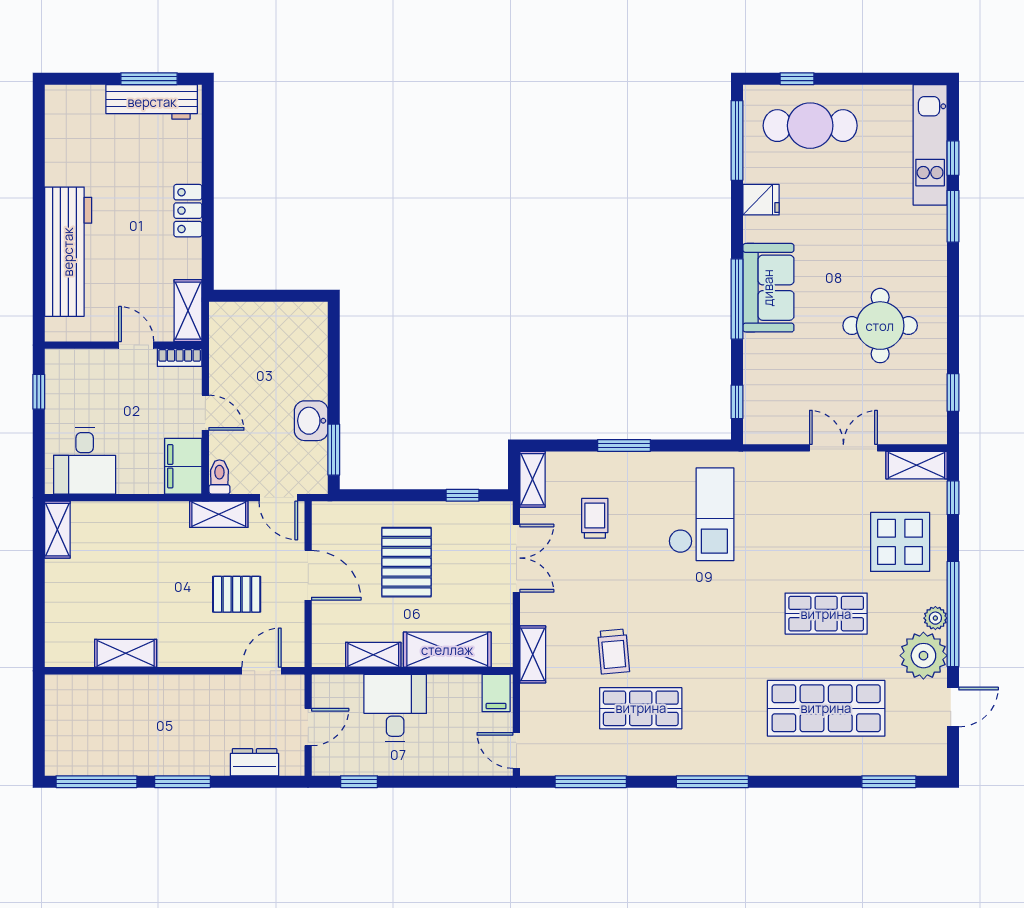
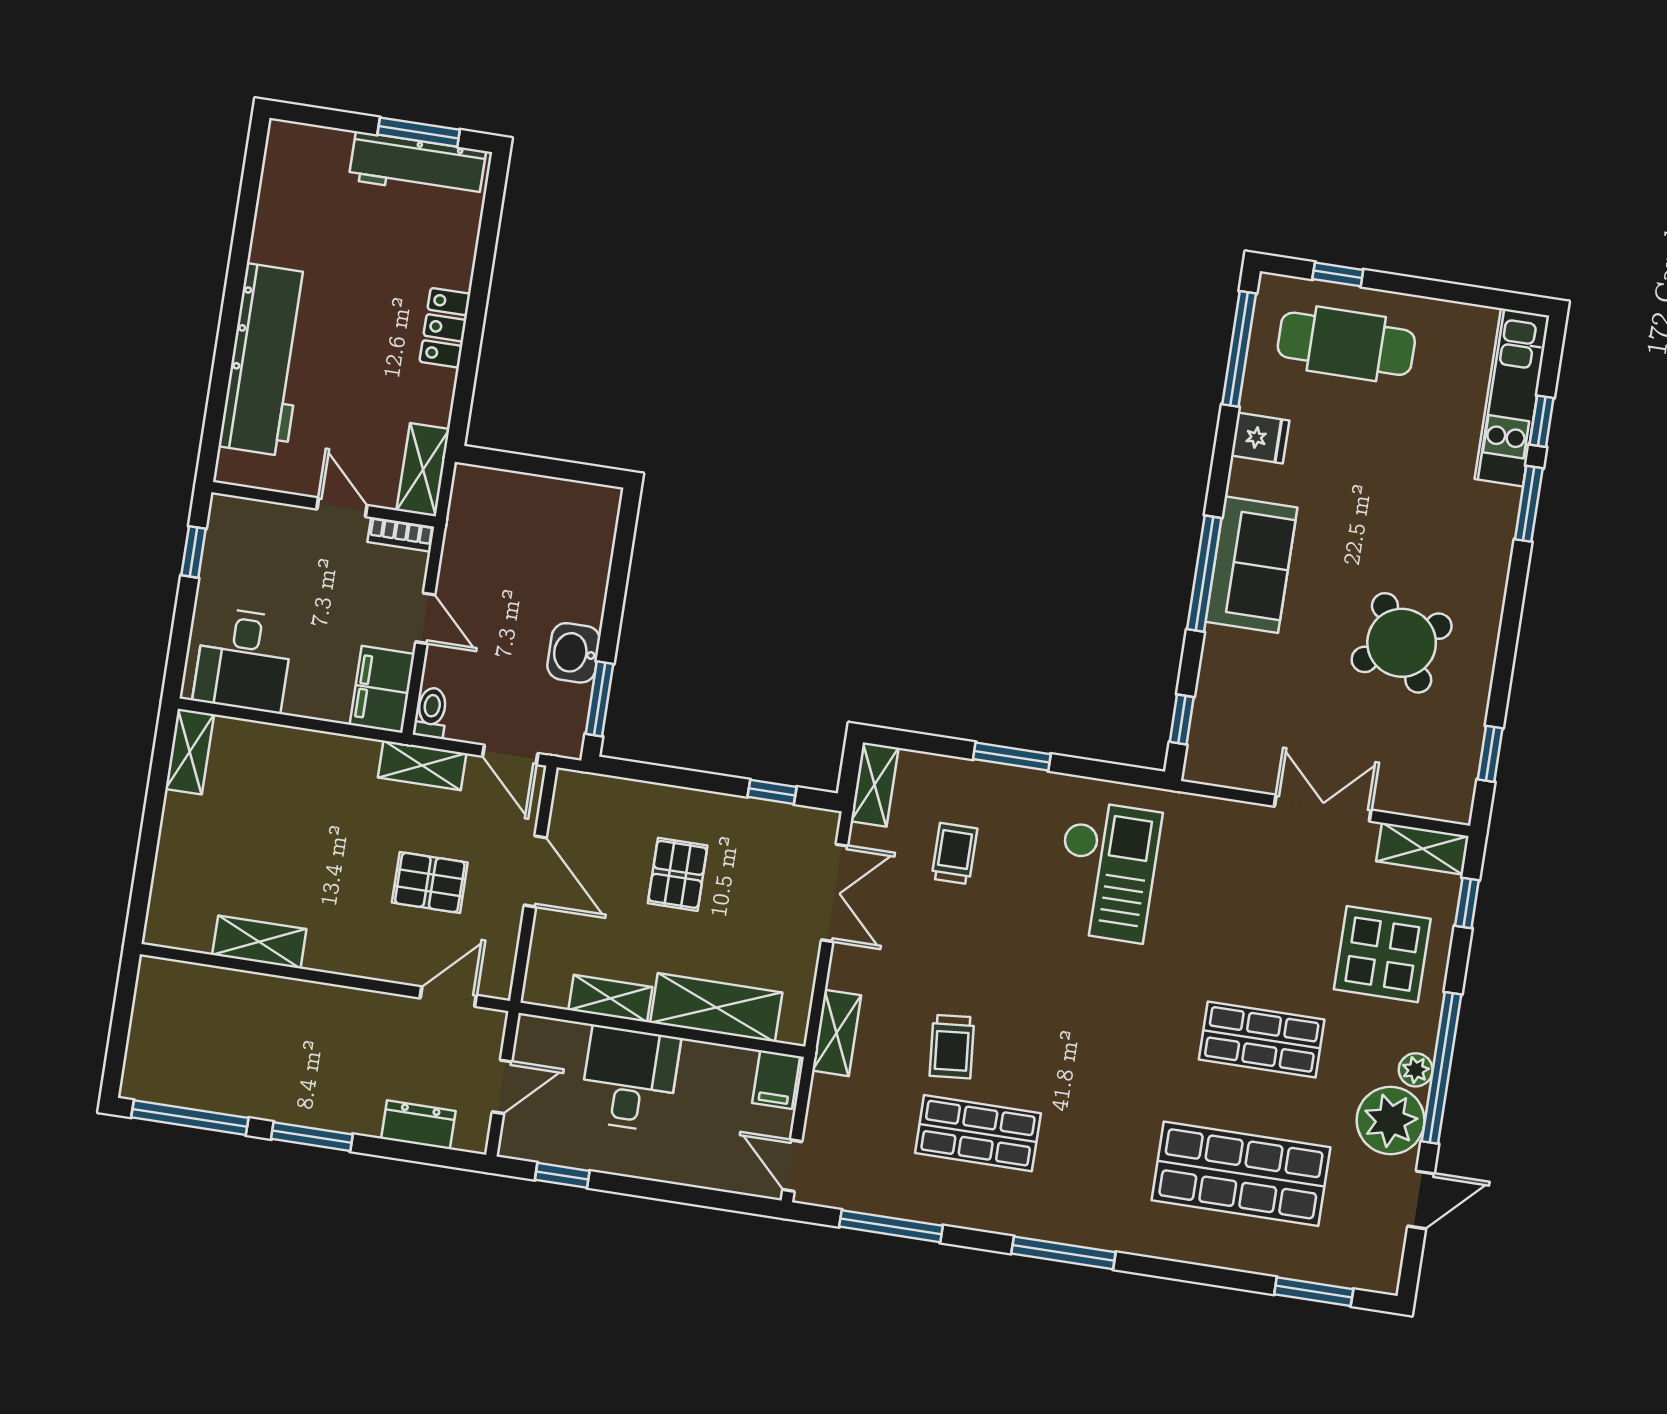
round table: (880, 326) -> (1402, 643), turned -33
pallet: (406, 562) -> (678, 874), width x0.67, depth x0.71

